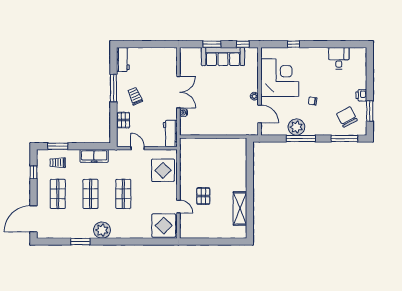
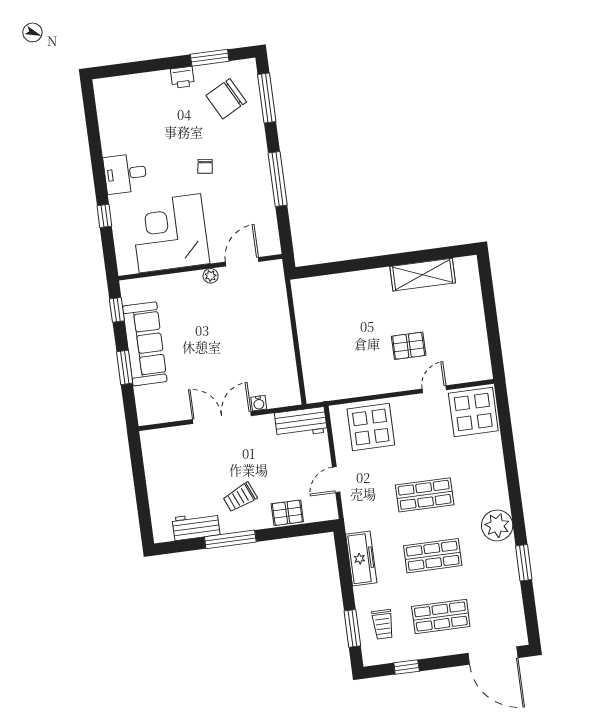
desk: (339, 58) -> (125, 174), moved
workbench: (123, 59) -> (196, 526), moved
plant: (296, 127) -> (258, 190), removed

